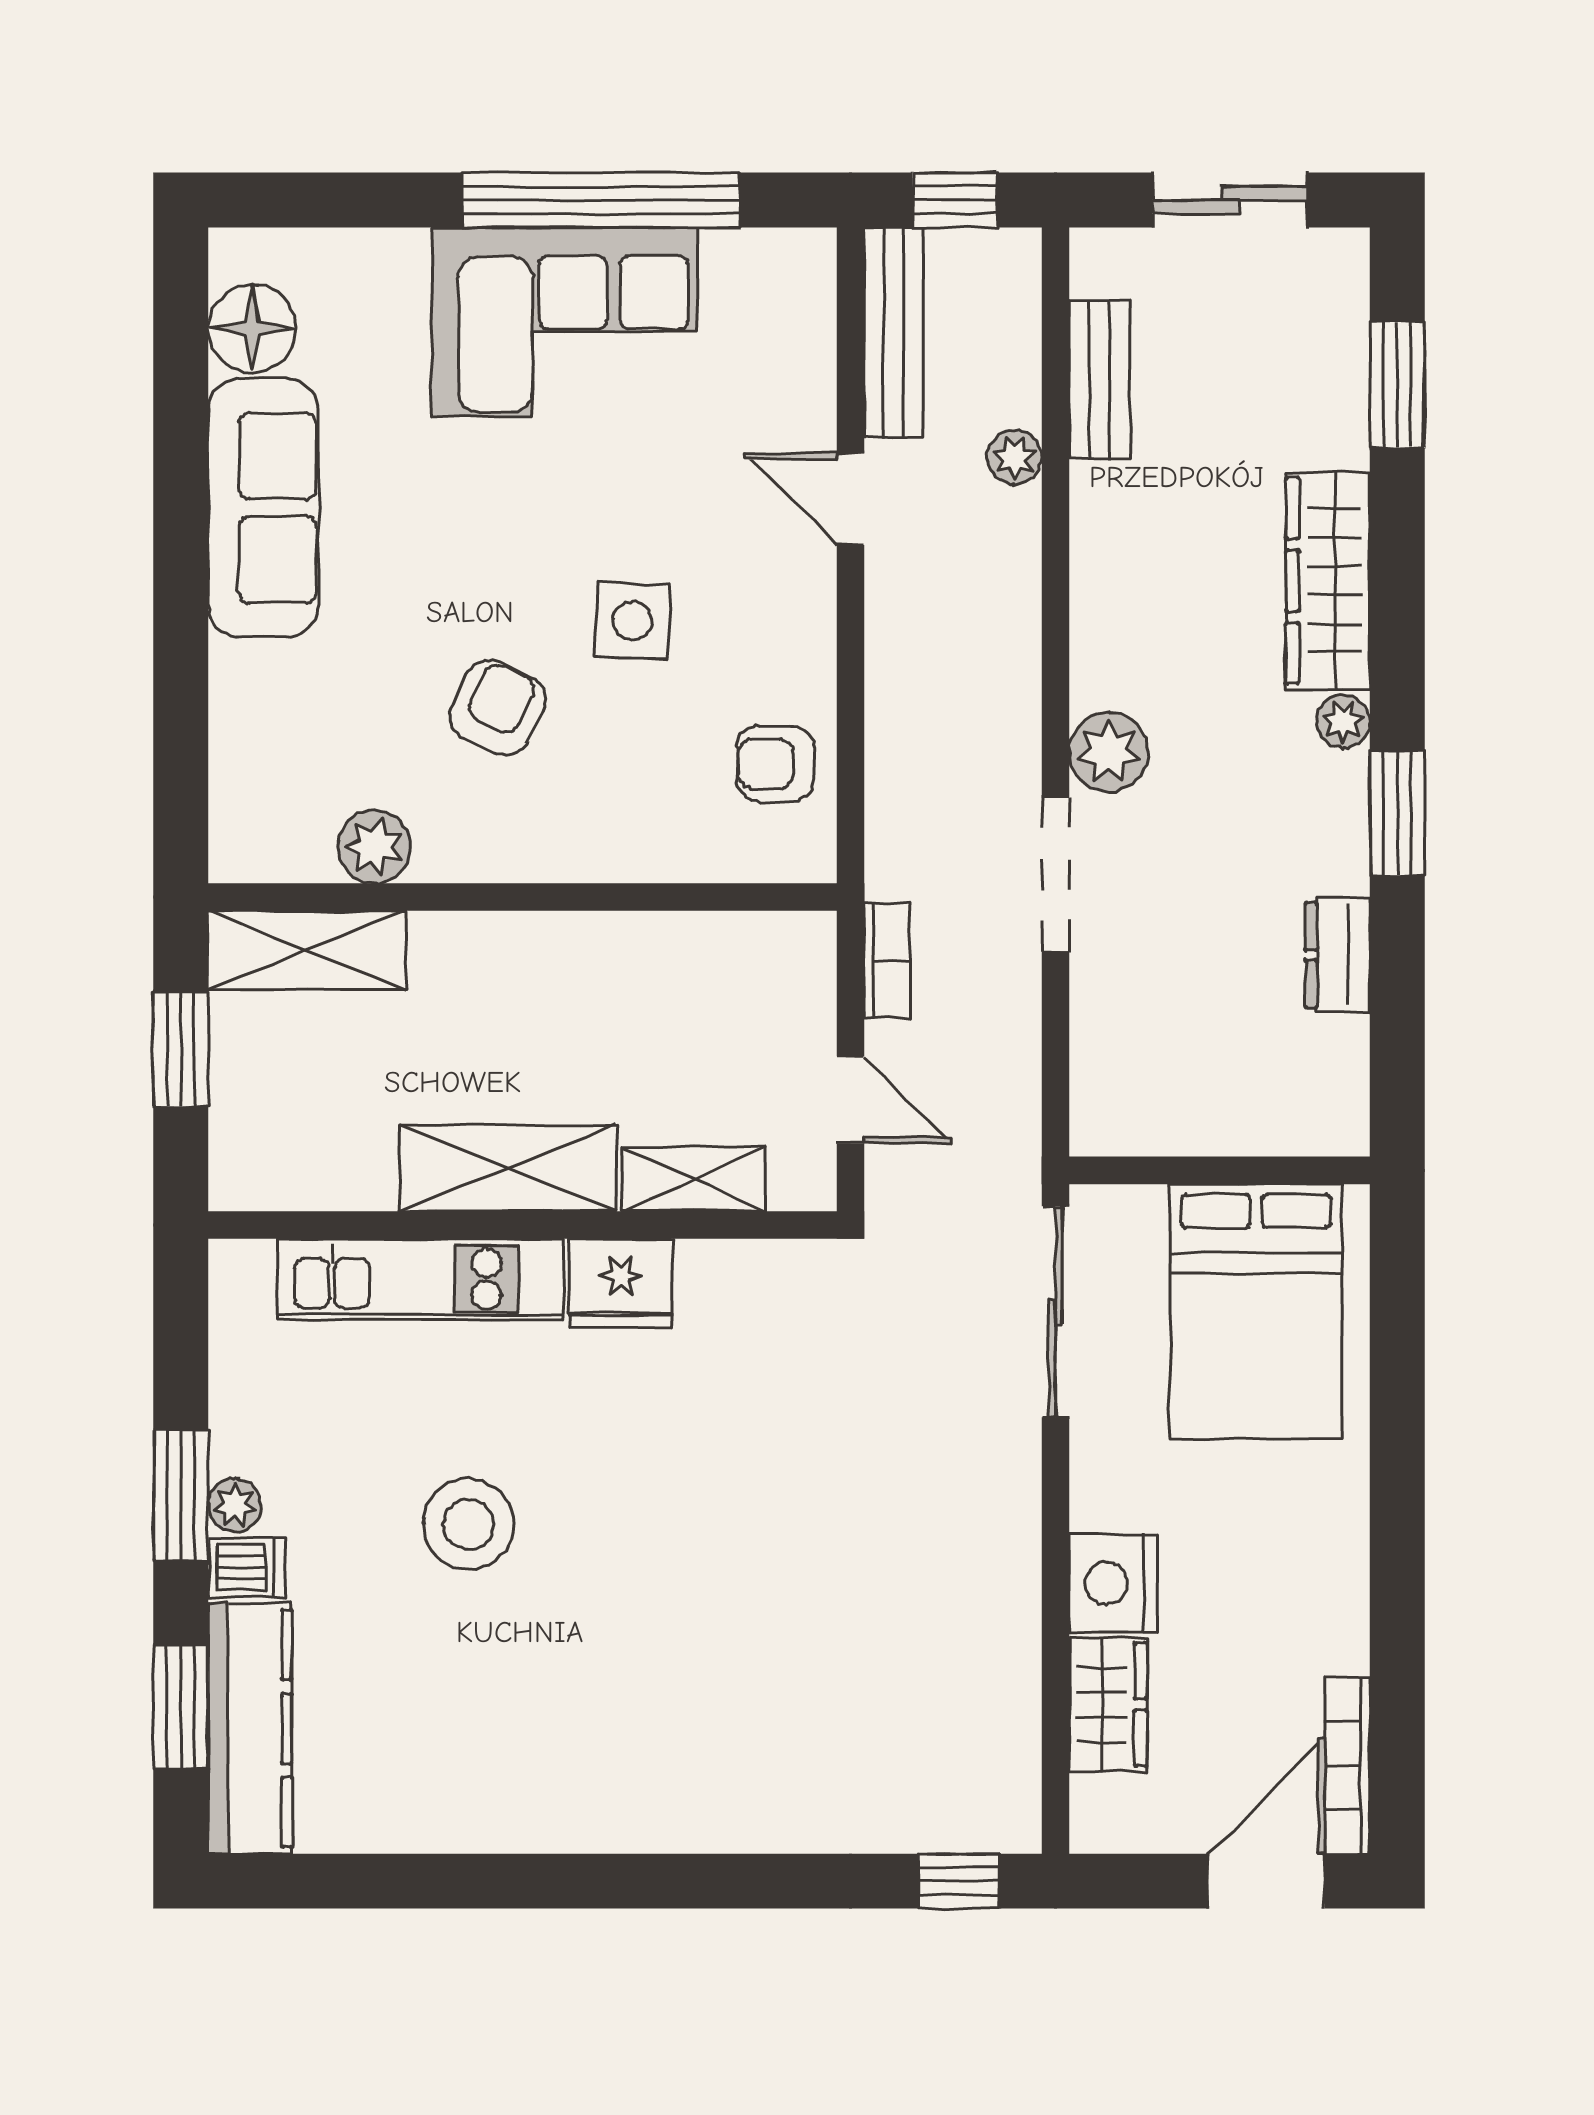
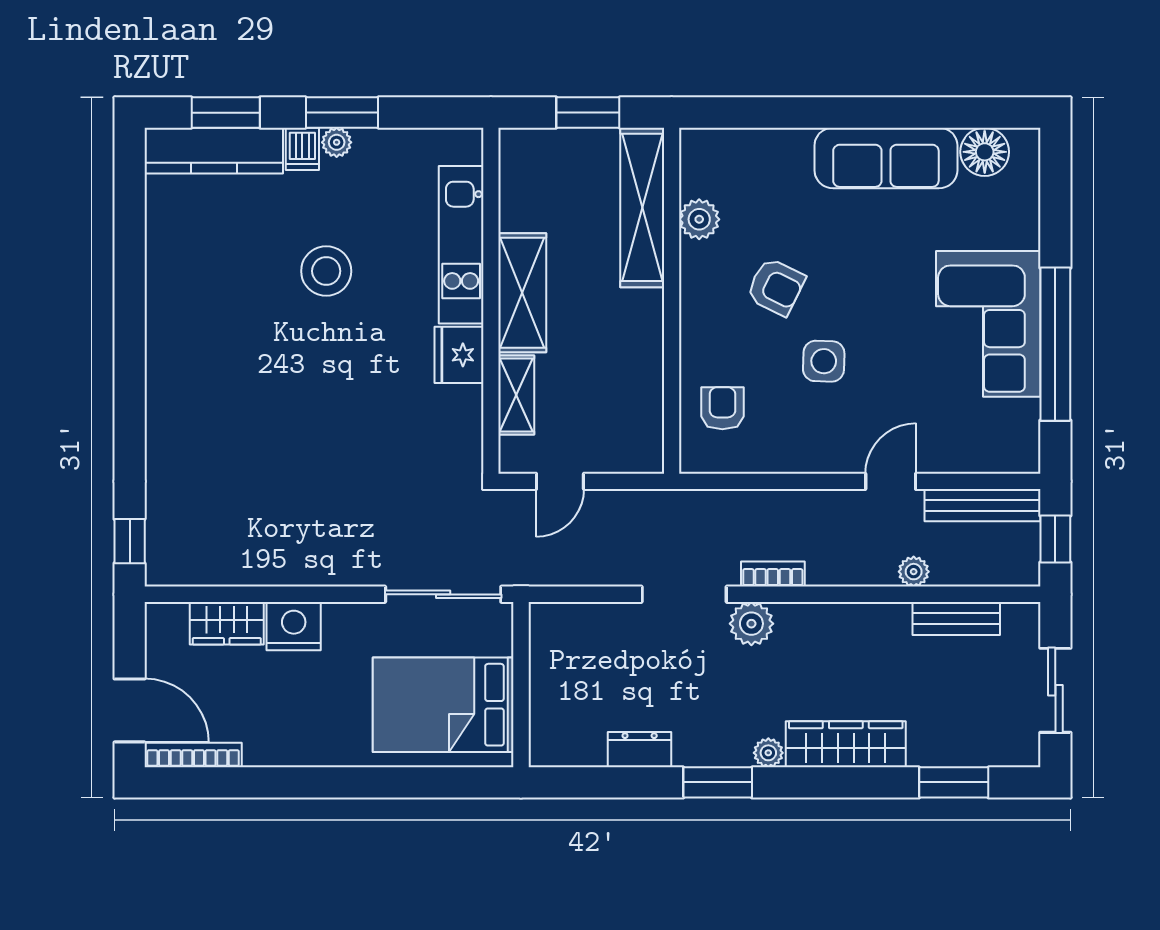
armchair: (775, 764) -> (722, 408), moved
shelving: (307, 950) -> (642, 207), width x1.47
bookcase: (887, 961) -> (773, 574), moved, turned 180

